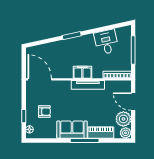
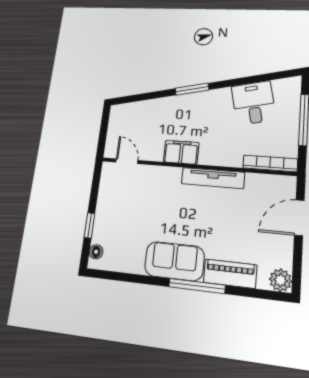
filing cabinet: (82, 72) -> (181, 152), moved
door: (40, 79) -> (127, 161), width x0.53
door: (133, 102) -> (299, 218), hinge flipped
armchair: (44, 112) -> (127, 221), removed
plant: (123, 119) -> (278, 251), removed

